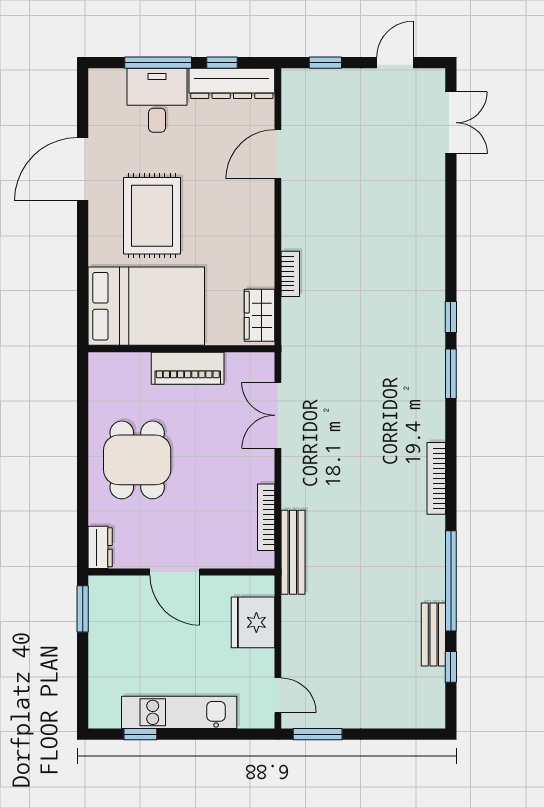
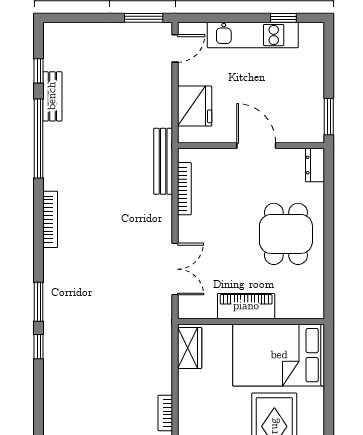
bookcase: (290, 274) -> (165, 413), moved
door: (278, 695) -> (175, 48), swing flipped

